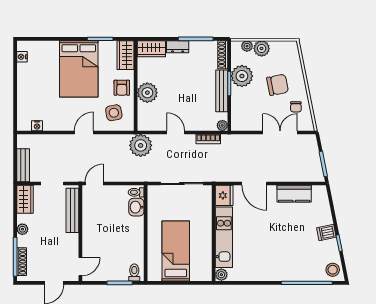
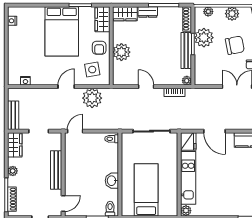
plant: (262, 48) -> (232, 14), moved
plant: (141, 145) -> (92, 98), moved
washbasin: (136, 207) -> (112, 181), moved
bench: (72, 210) -> (56, 170), moved

